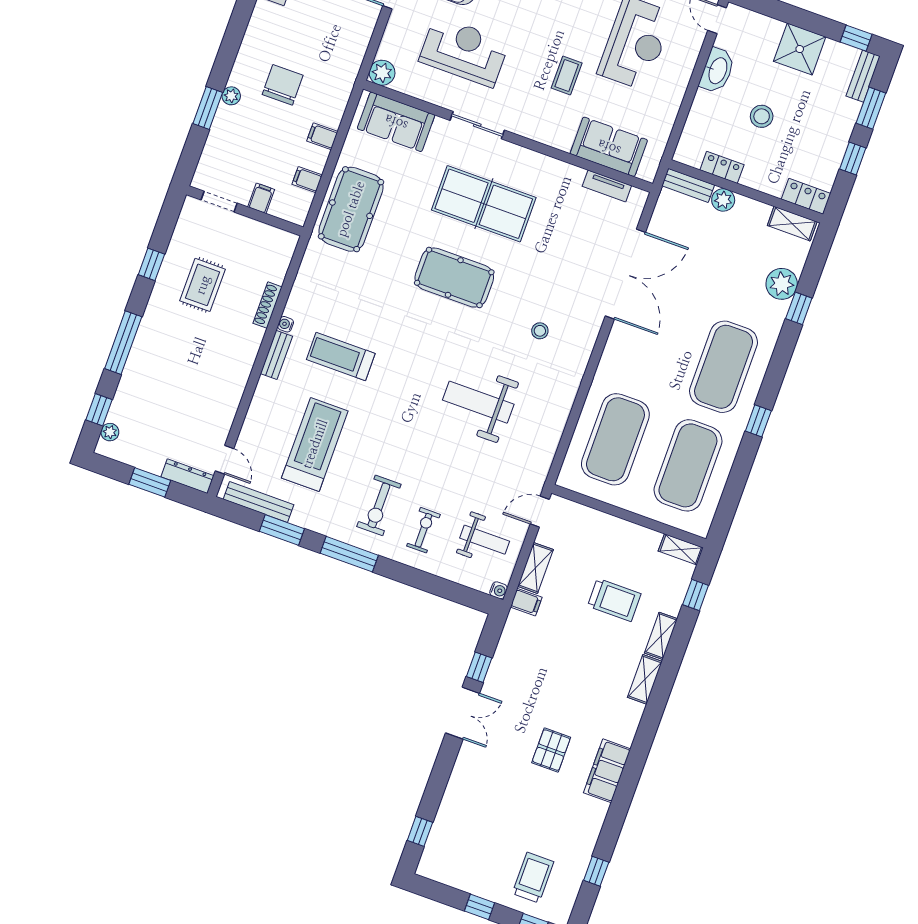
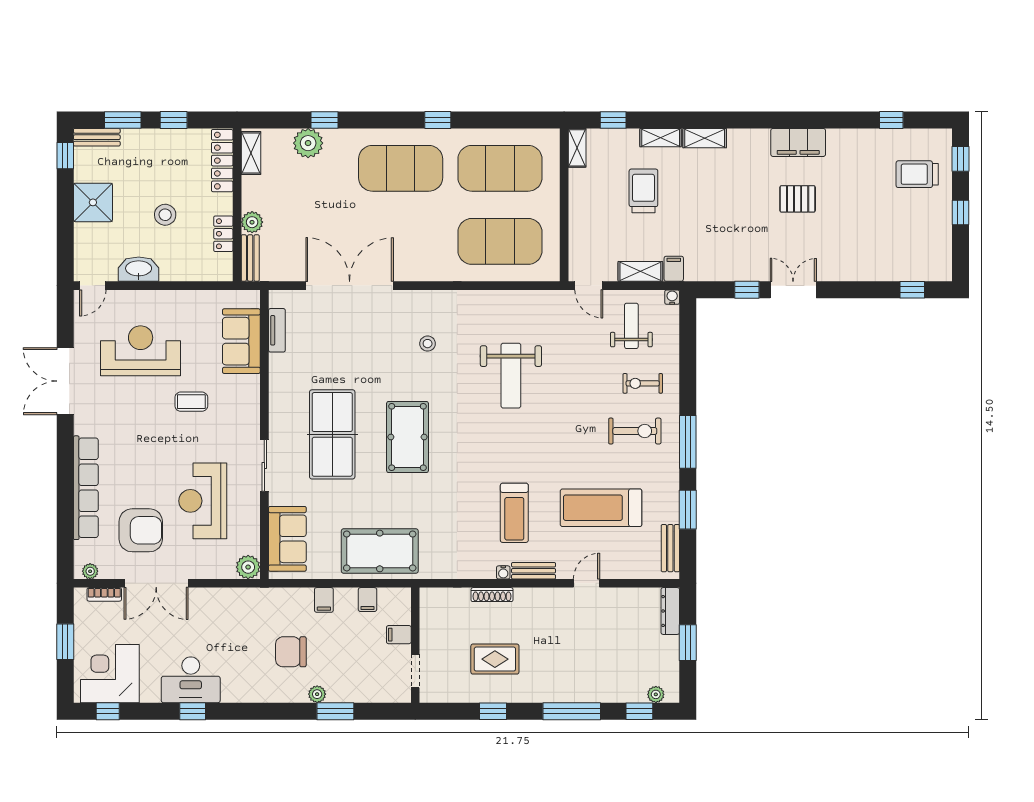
locker: (806, 196) -> (222, 161), width x1.53
door: (225, 460) -> (587, 583), moved
bench: (259, 502) -> (670, 548), width x0.73

